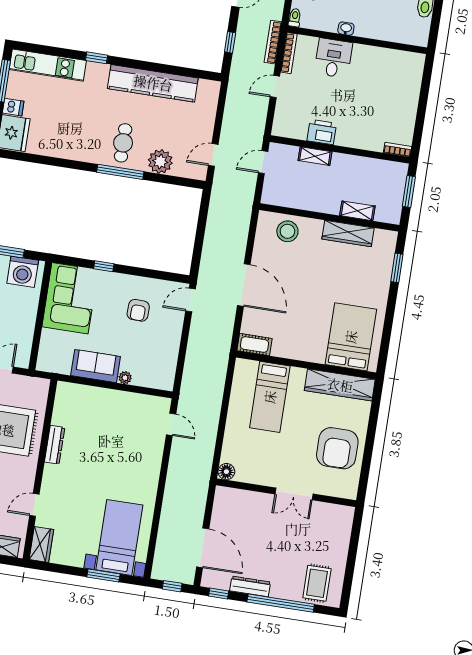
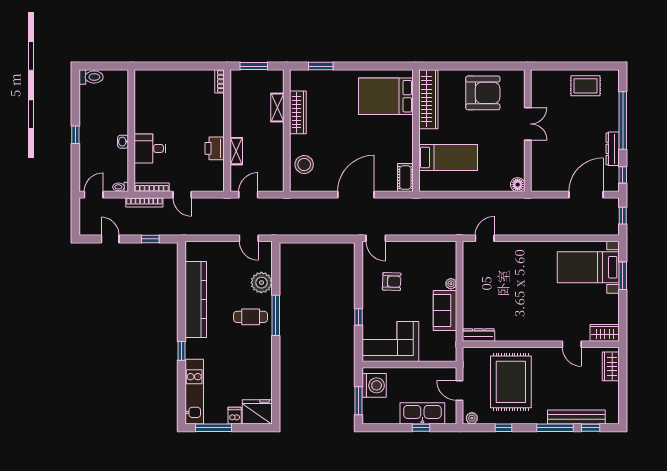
door: (263, 162) -> (248, 195), swing flipped
dresser: (55, 445) -> (479, 335), moved
rug: (317, 583) -> (586, 86), moved

